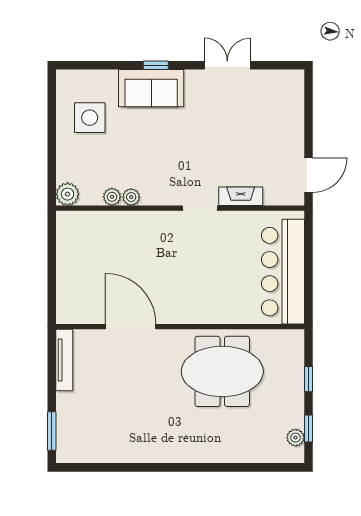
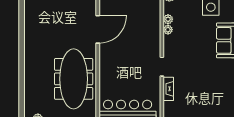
meeting table: (222, 371) -> (74, 79), width x1.36

